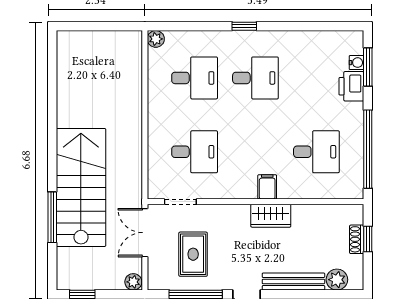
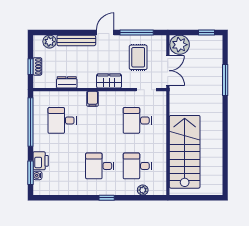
plant: (156, 39) -> (143, 190), moved
stairs: (81, 187) -> (185, 152), moved, turned 180
dresser: (309, 214) -> (67, 82), added
wardrobe: (271, 216) -> (109, 81), moved
plant: (133, 282) -> (180, 45), width x1.87, depth x1.87

